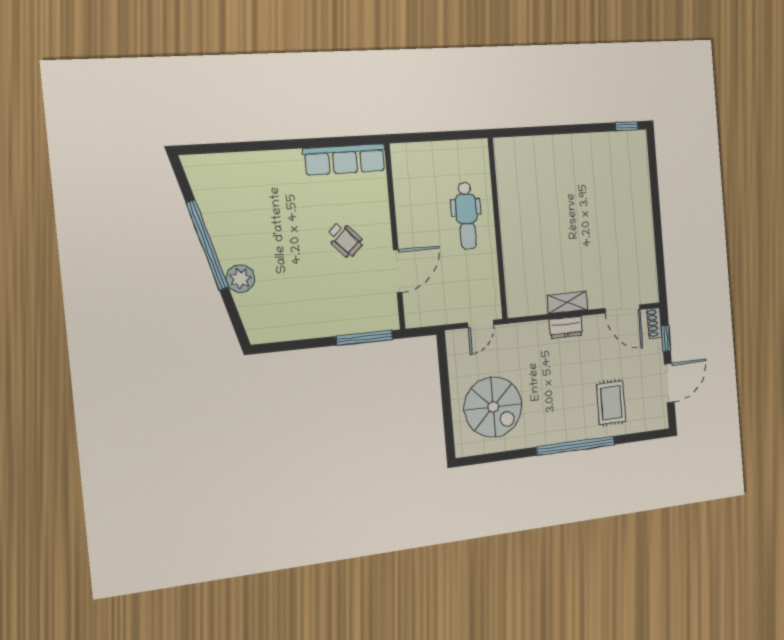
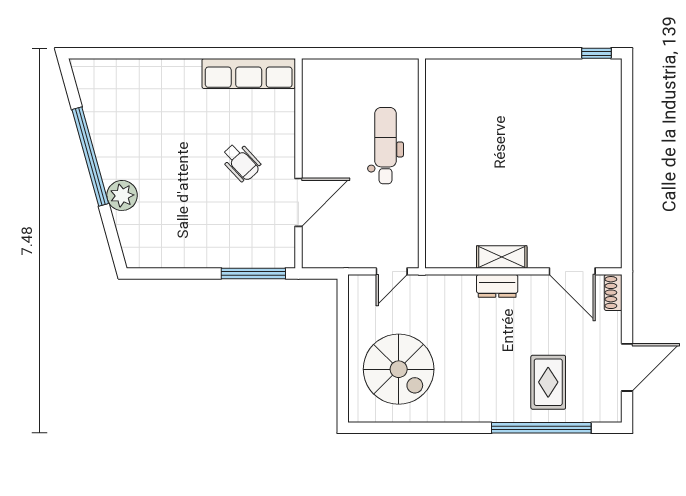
dental chair: (467, 216) -> (386, 146), turned 180
window: (666, 339) -> (627, 313), removed
window: (576, 446) -> (541, 428), moved

